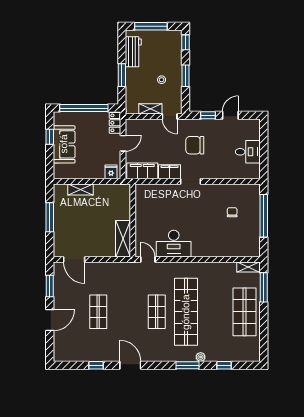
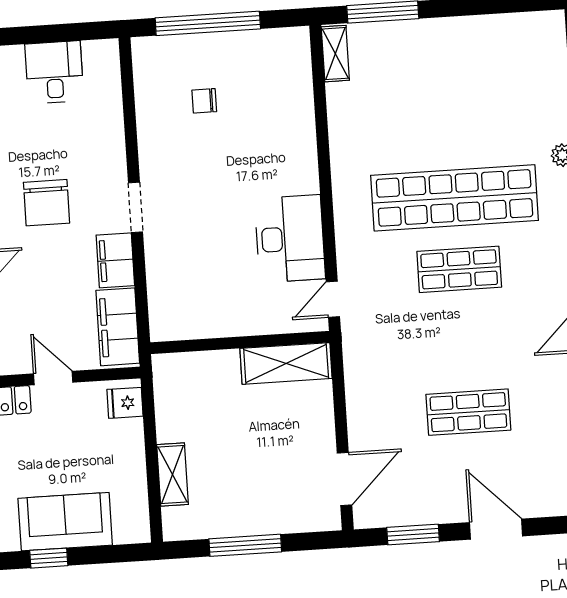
shop shelf: (244, 312) -> (445, 55), removed

